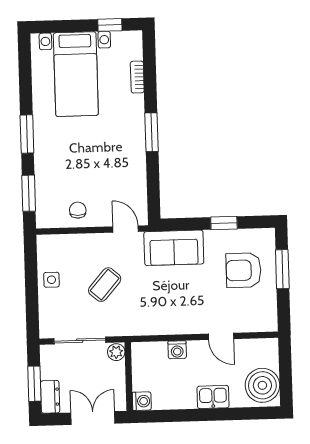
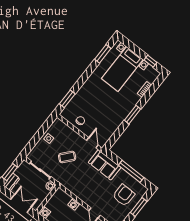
window: (27, 134) -> (103, 54), moved
window: (224, 223) -> (131, 171), width x2.17
armchair: (244, 270) -> (124, 195), turned 90

